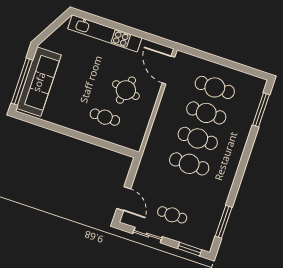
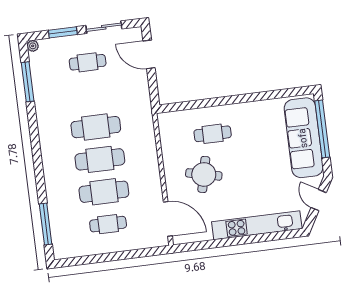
door: (50, 30) -> (319, 200), added
cafe table: (215, 87) -> (108, 224), width x0.73, depth x0.74
plant: (207, 247) -> (33, 46), added
window: (190, 249) -> (63, 32), moved

